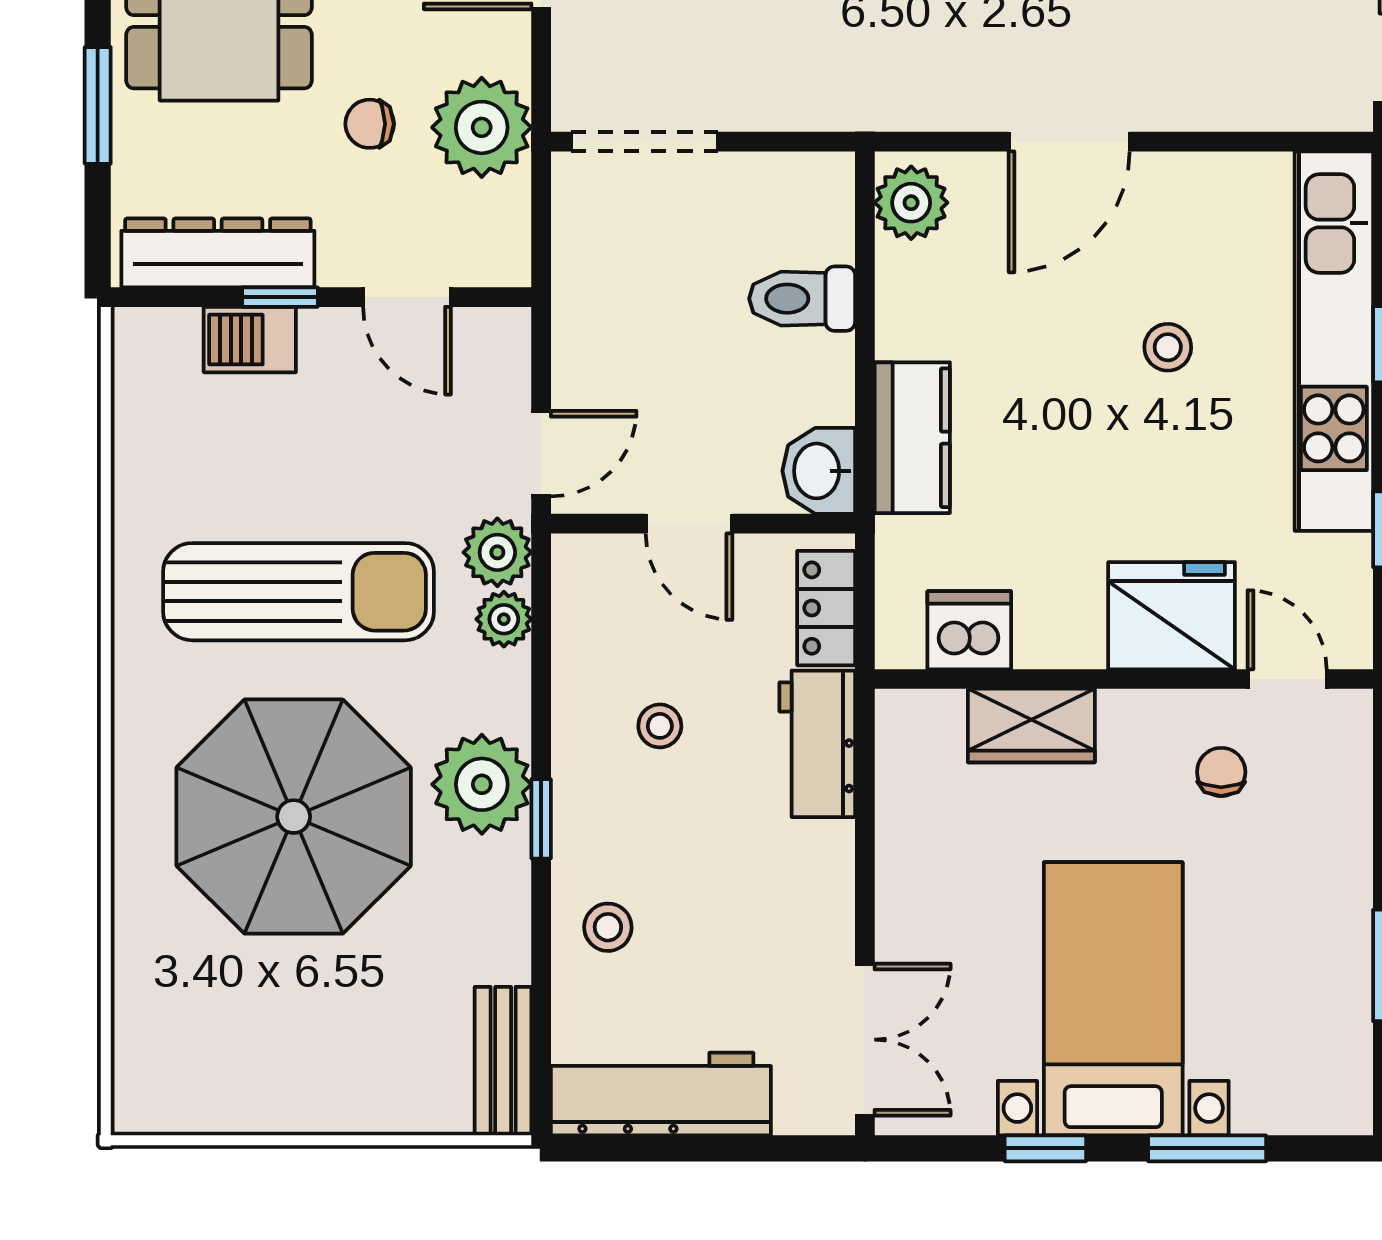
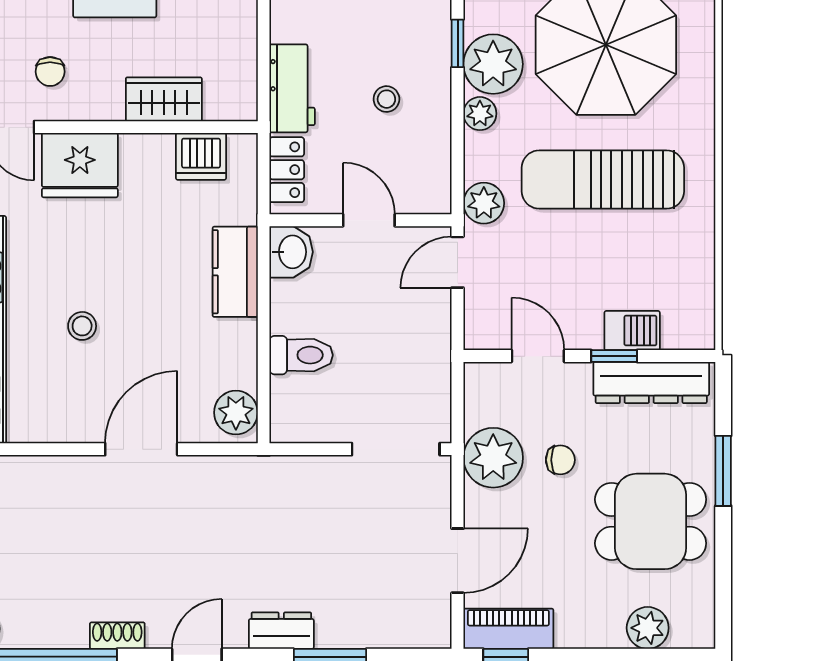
plant: (504, 619) -> (480, 114), moved

